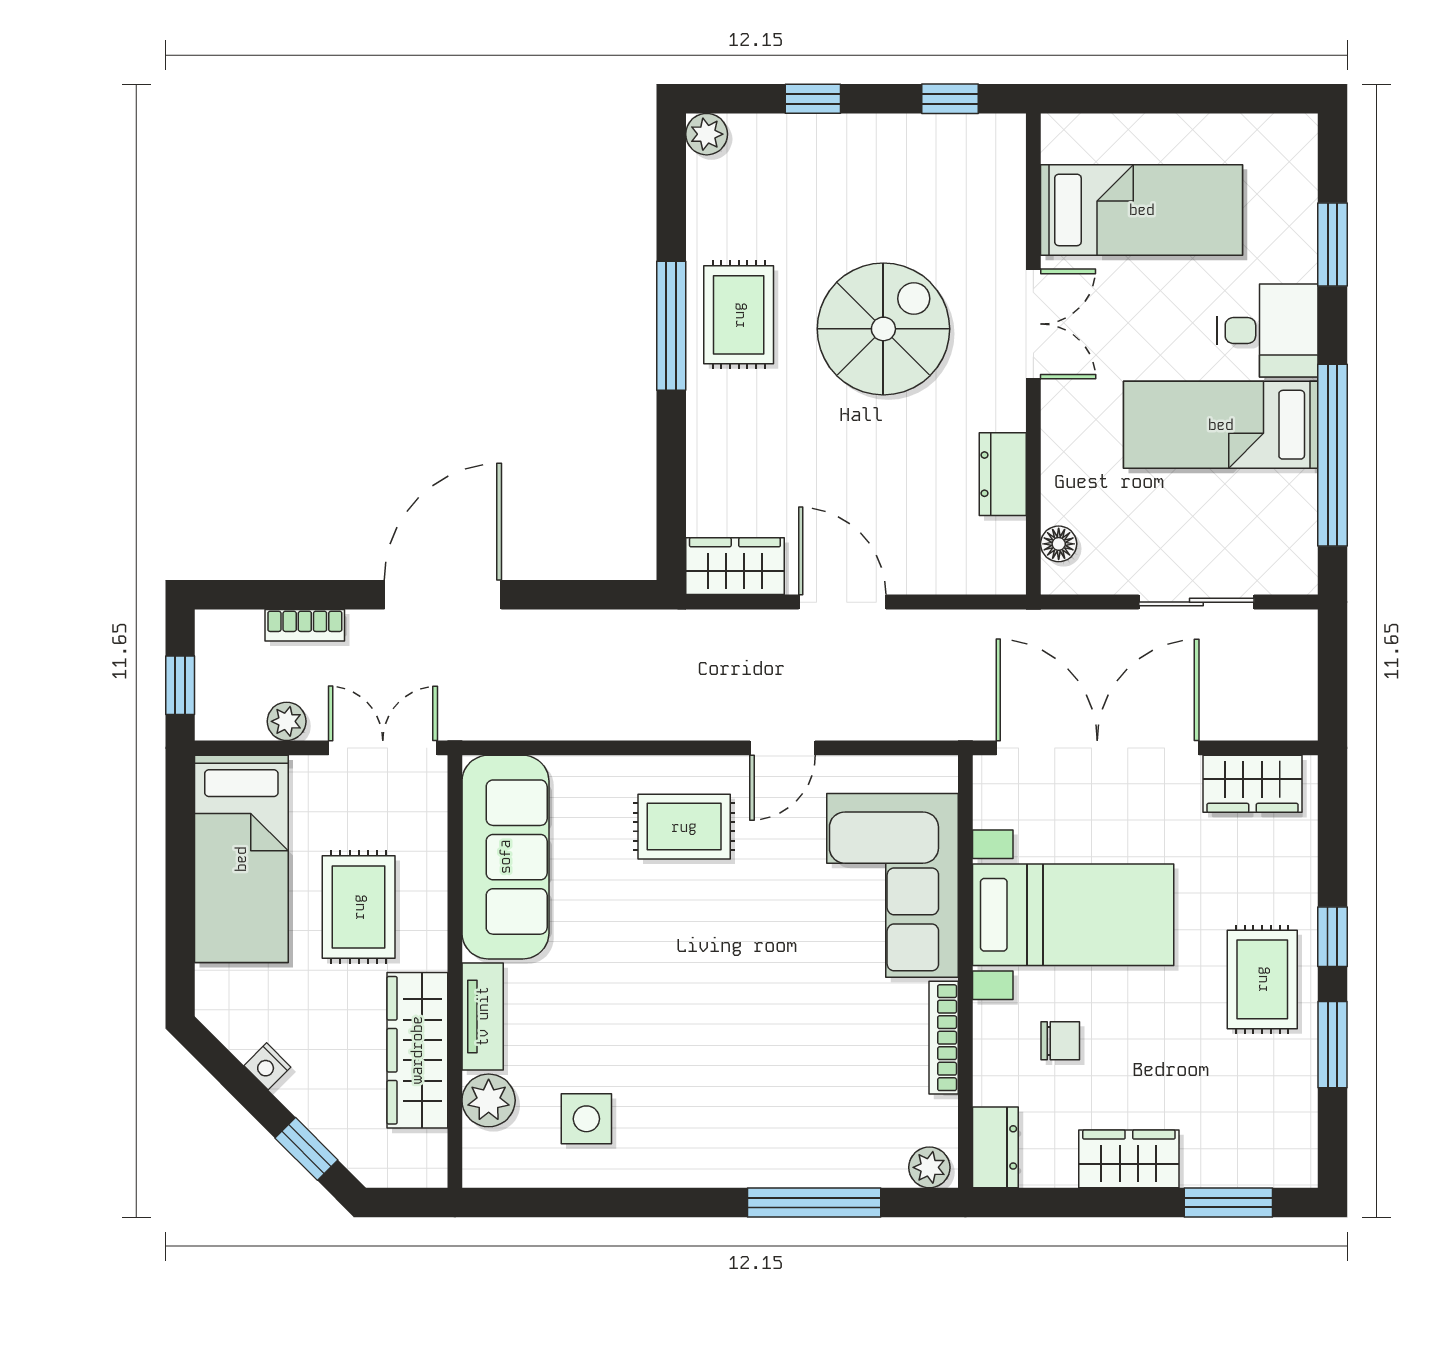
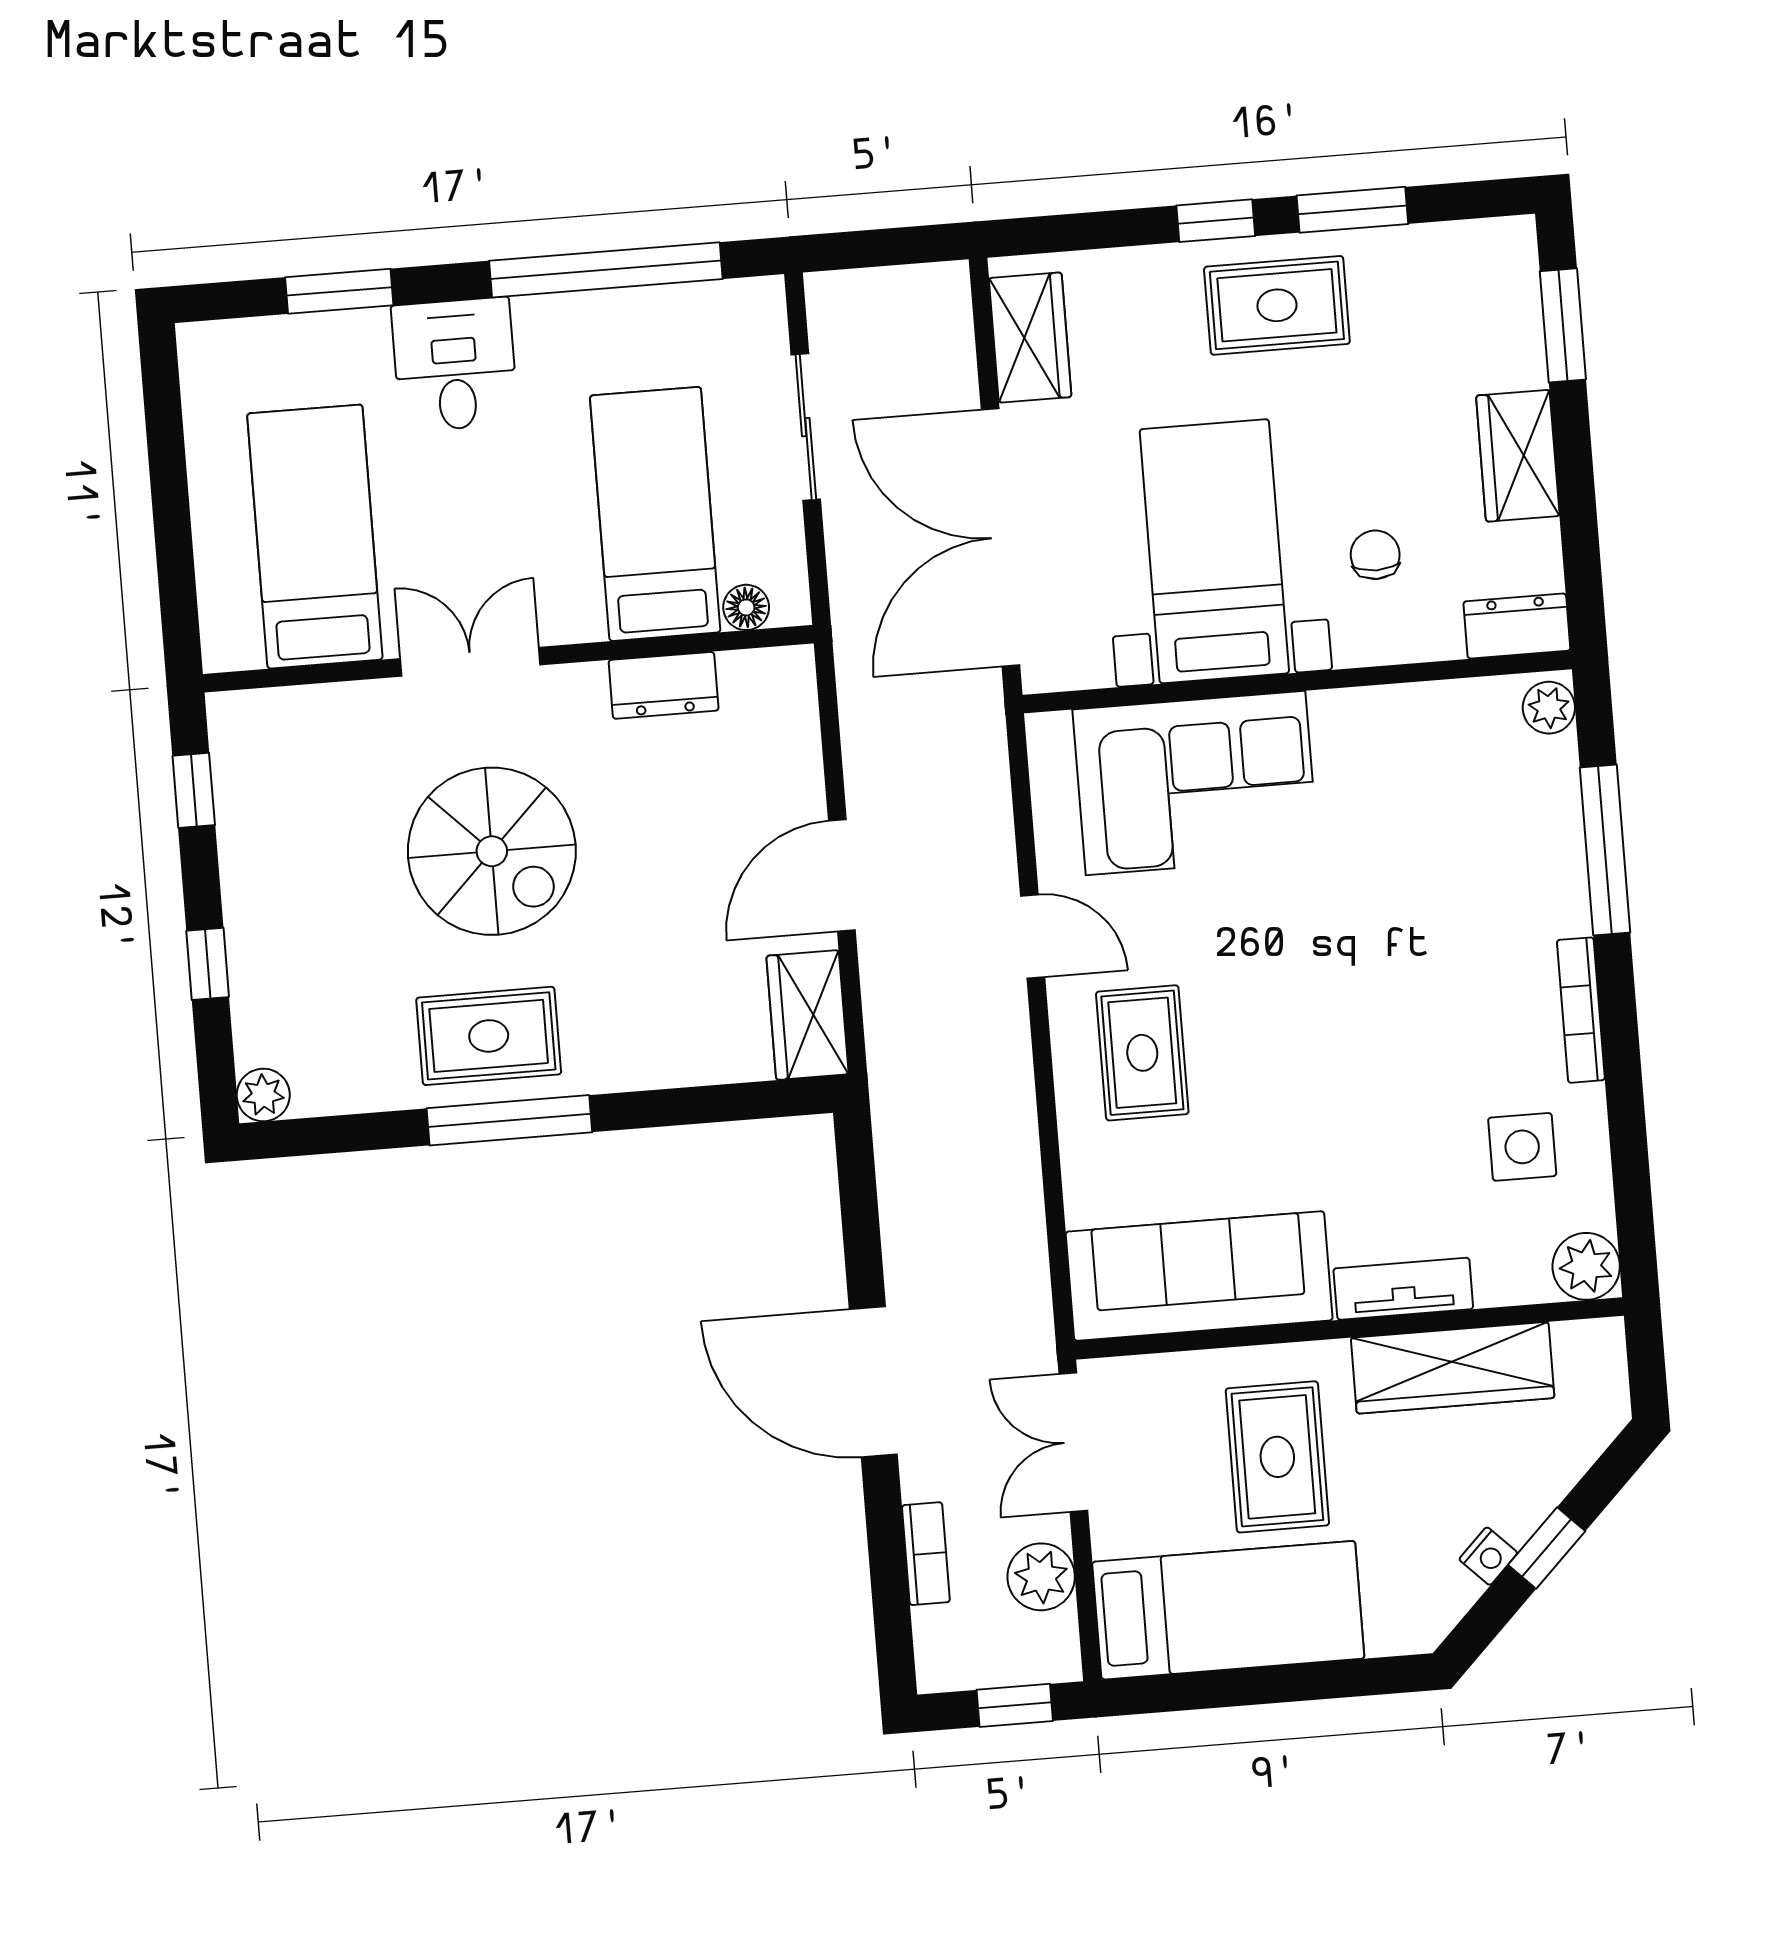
spiral stairs: (883, 329) -> (492, 851), turned 180
bed: (1221, 425) -> (655, 514), moved, turned 180
plant: (287, 721) -> (1041, 1577), width x1.38, depth x1.38
rug: (359, 907) -> (1277, 1457), turned 90
bookcase: (944, 1038) -> (1581, 1010), moved, turned 90
plant: (489, 1100) -> (1586, 1266), moved
window: (306, 1149) -> (1547, 1548), moved

